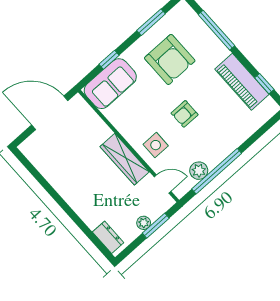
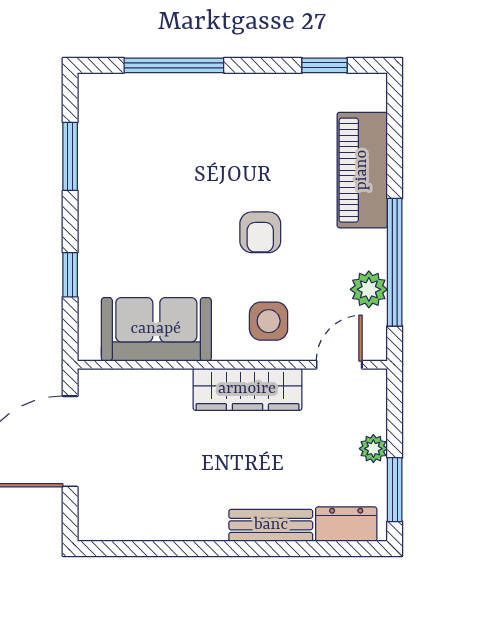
armchair: (170, 59) -> (154, 179), removed
piano: (242, 82) -> (362, 170), moved, turned 90
sofa: (110, 84) -> (156, 329), moved, turned -90
bench: (84, 211) -> (271, 525), added
window: (156, 226) -> (395, 490), moved

